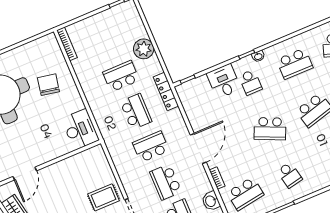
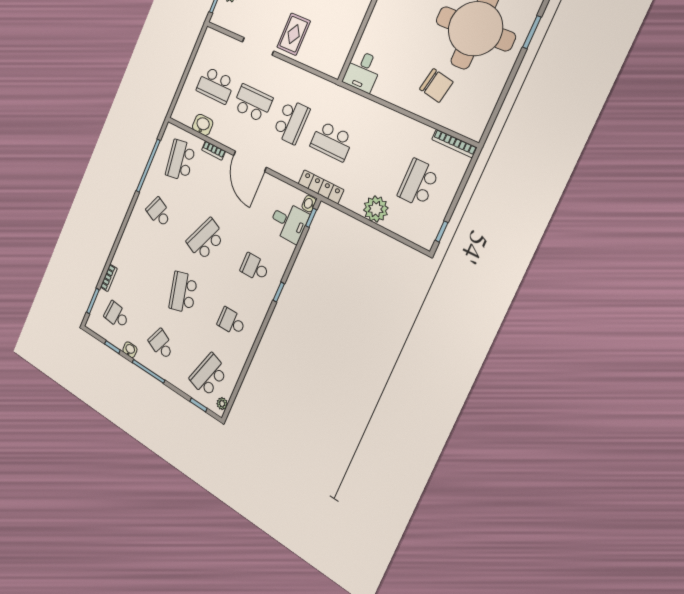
washbasin: (258, 56) -> (309, 204), moved
school desk: (295, 64) -> (231, 322), width x0.54
school desk: (121, 76) -> (418, 183), moved, turned 180
desk: (224, 81) -> (289, 222), moved
desk: (80, 129) -> (363, 71), width x0.73
school desk: (290, 175) -> (159, 213), turned 36

